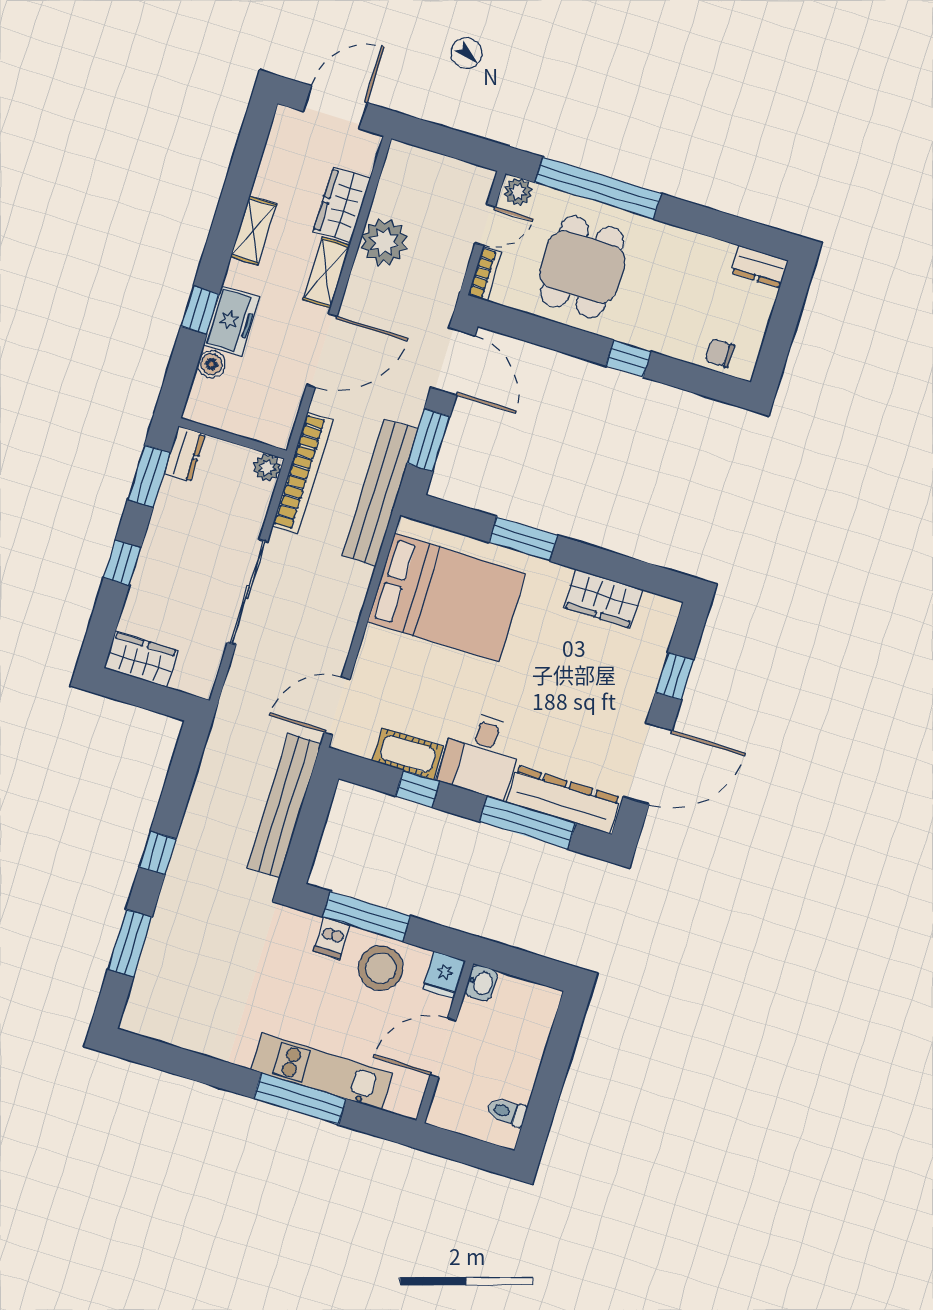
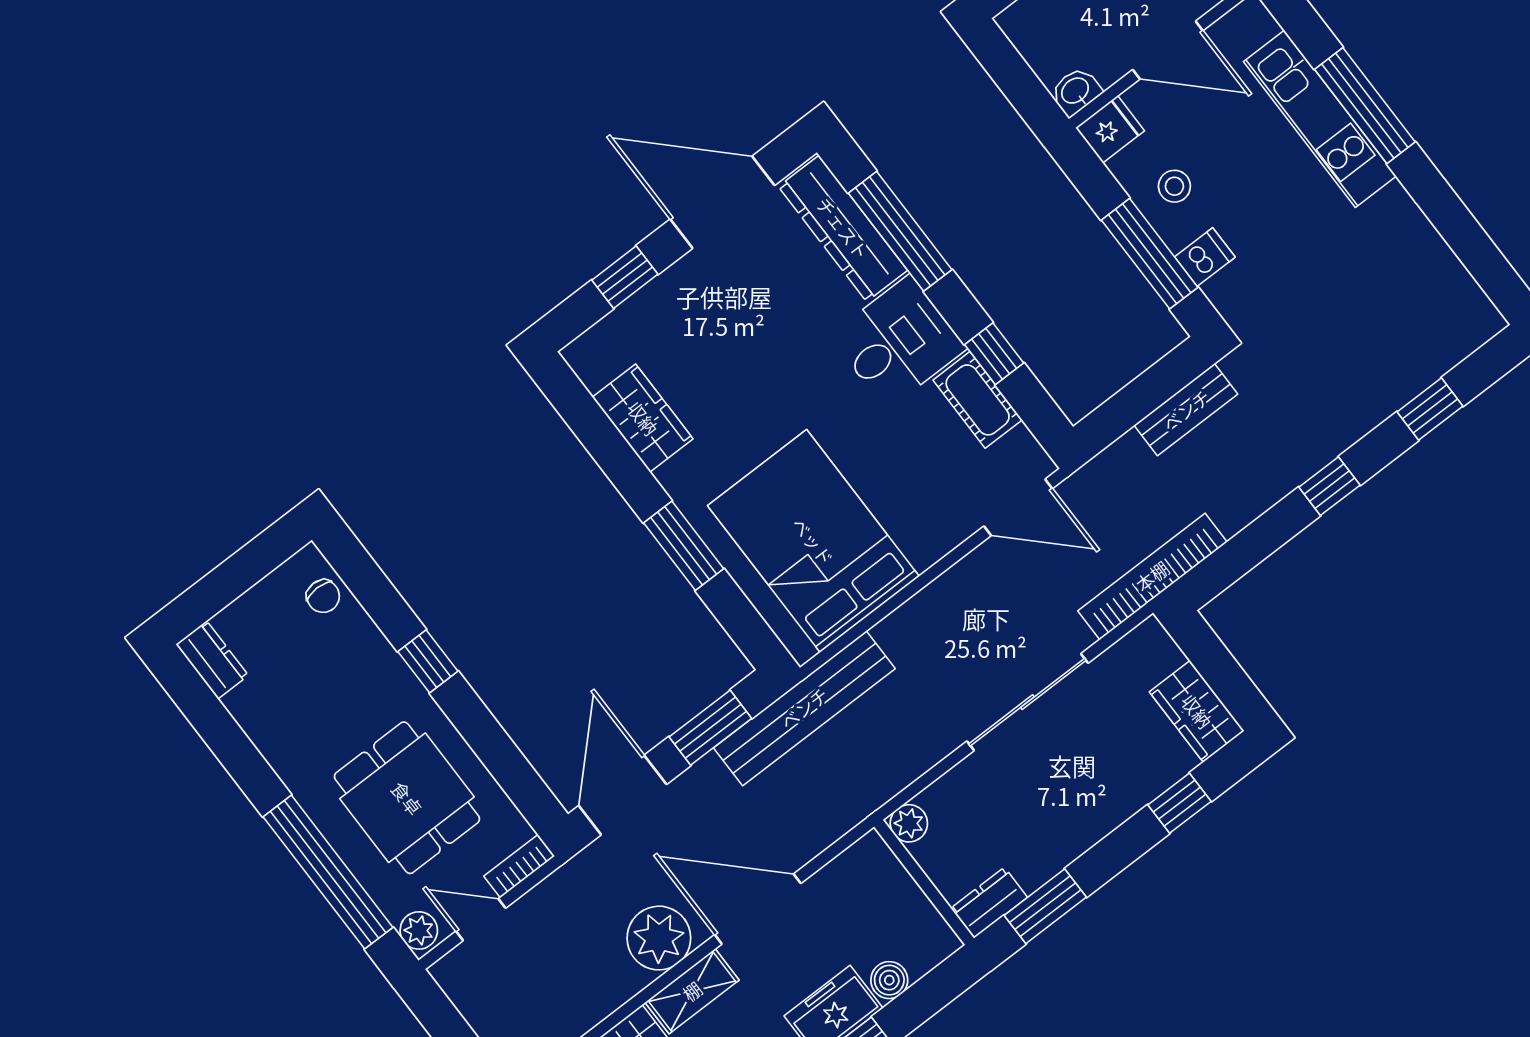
plant: (384, 242) -> (659, 938), moved
dining table: (582, 267) -> (407, 798), turned 90
bookcase: (303, 473) -> (1152, 576), moved
window: (122, 563) -> (1180, 803), moved
bench: (284, 806) -> (1186, 410), width x0.54, depth x0.82
window: (130, 943) -> (1430, 409), width x0.67
stool: (381, 968) -> (1174, 186), width x0.53, depth x0.53

